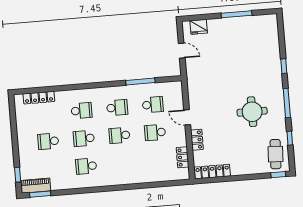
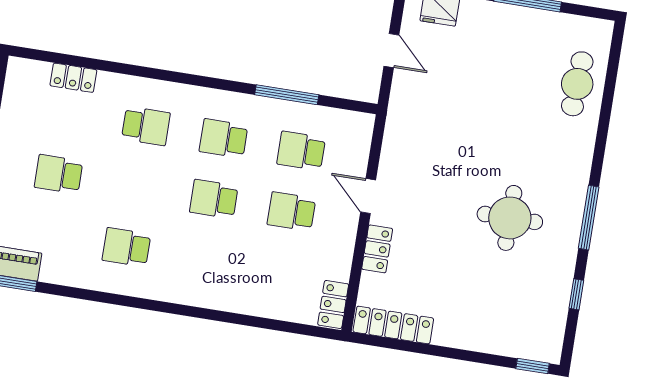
window: (284, 66) -> (601, 137), removed
locker: (39, 98) -> (73, 78), width x0.66
school desk: (153, 105) -> (301, 151), turned 180
school desk: (117, 108) -> (224, 138), turned 180
school desk: (84, 138) -> (136, 187), removed
cafe table: (275, 154) -> (577, 84), moved
locker: (183, 157) -> (333, 304), moved

